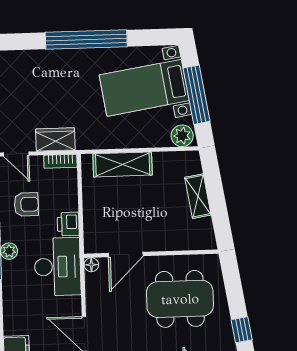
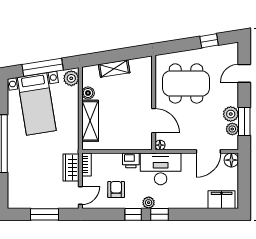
boiler: (162, 160) -> (88, 93), added
dining table: (180, 299) -> (186, 83), turned 90

